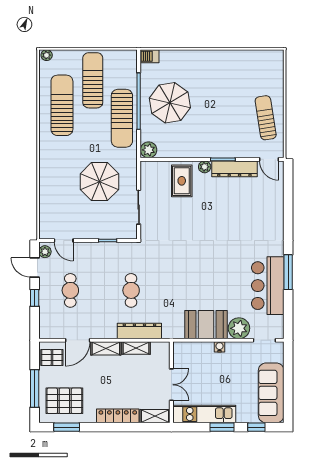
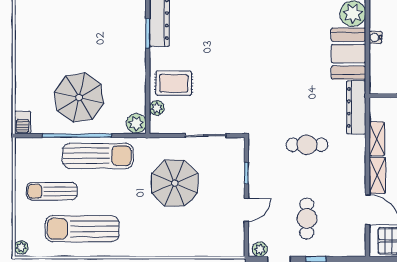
sun lounger: (93, 80) -> (52, 191), width x0.73, depth x0.75
plant: (205, 167) -> (157, 108), moved
door: (64, 241) -> (246, 210), moved
cafe table: (70, 290) -> (307, 218), turned 90
dresser: (139, 331) -> (356, 107), moved

